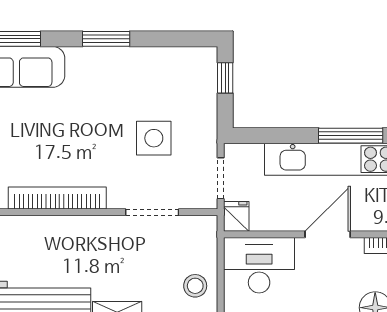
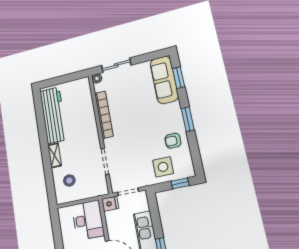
armchair: (141, 75) -> (173, 141), added
side table: (154, 138) -> (163, 167), moved
stool: (195, 286) -> (69, 181), moved

